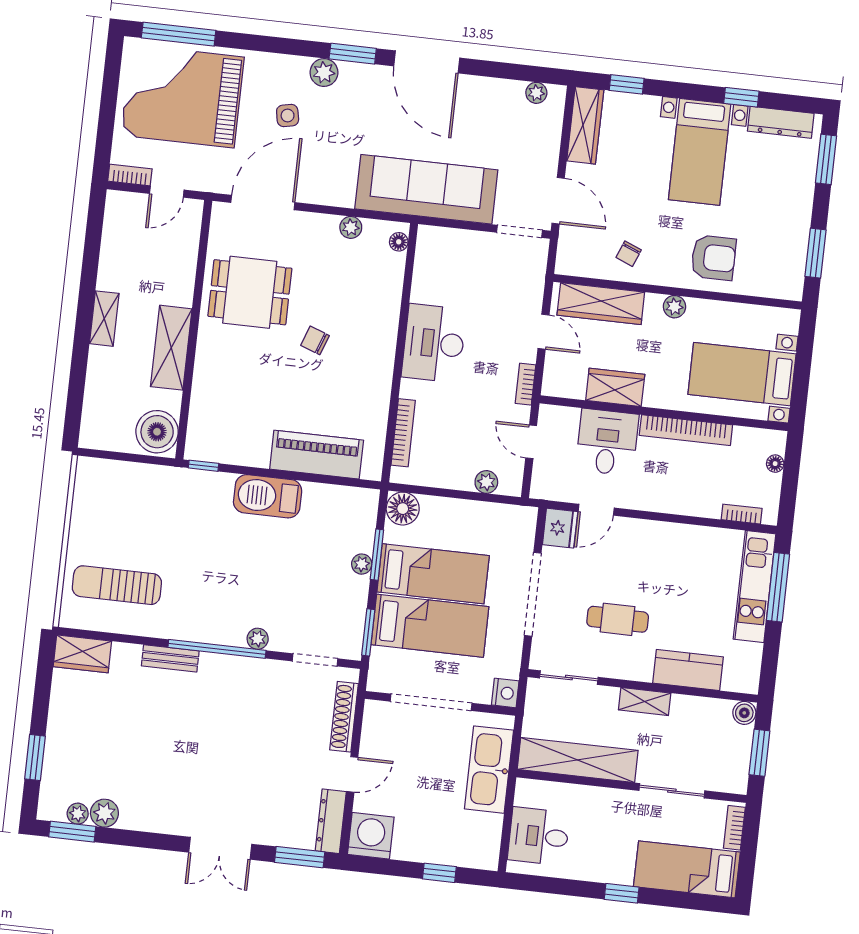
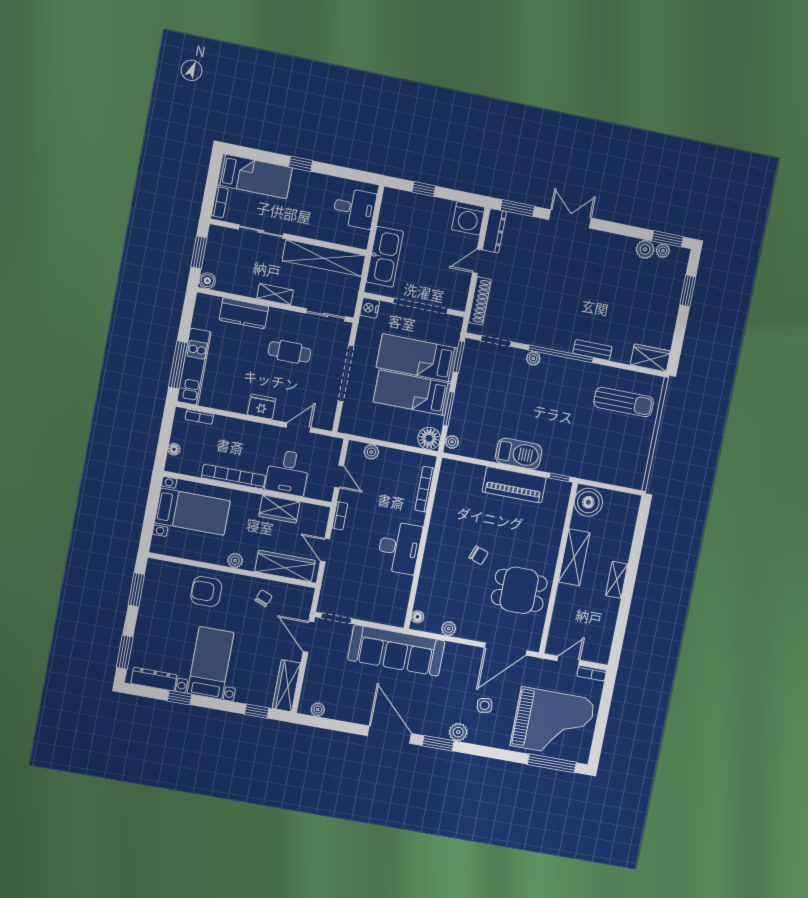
piano: (317, 455) -> (514, 485), moved
fridge: (560, 528) -> (262, 407), moved, turned 90
plant: (362, 564) -> (452, 442), moved

